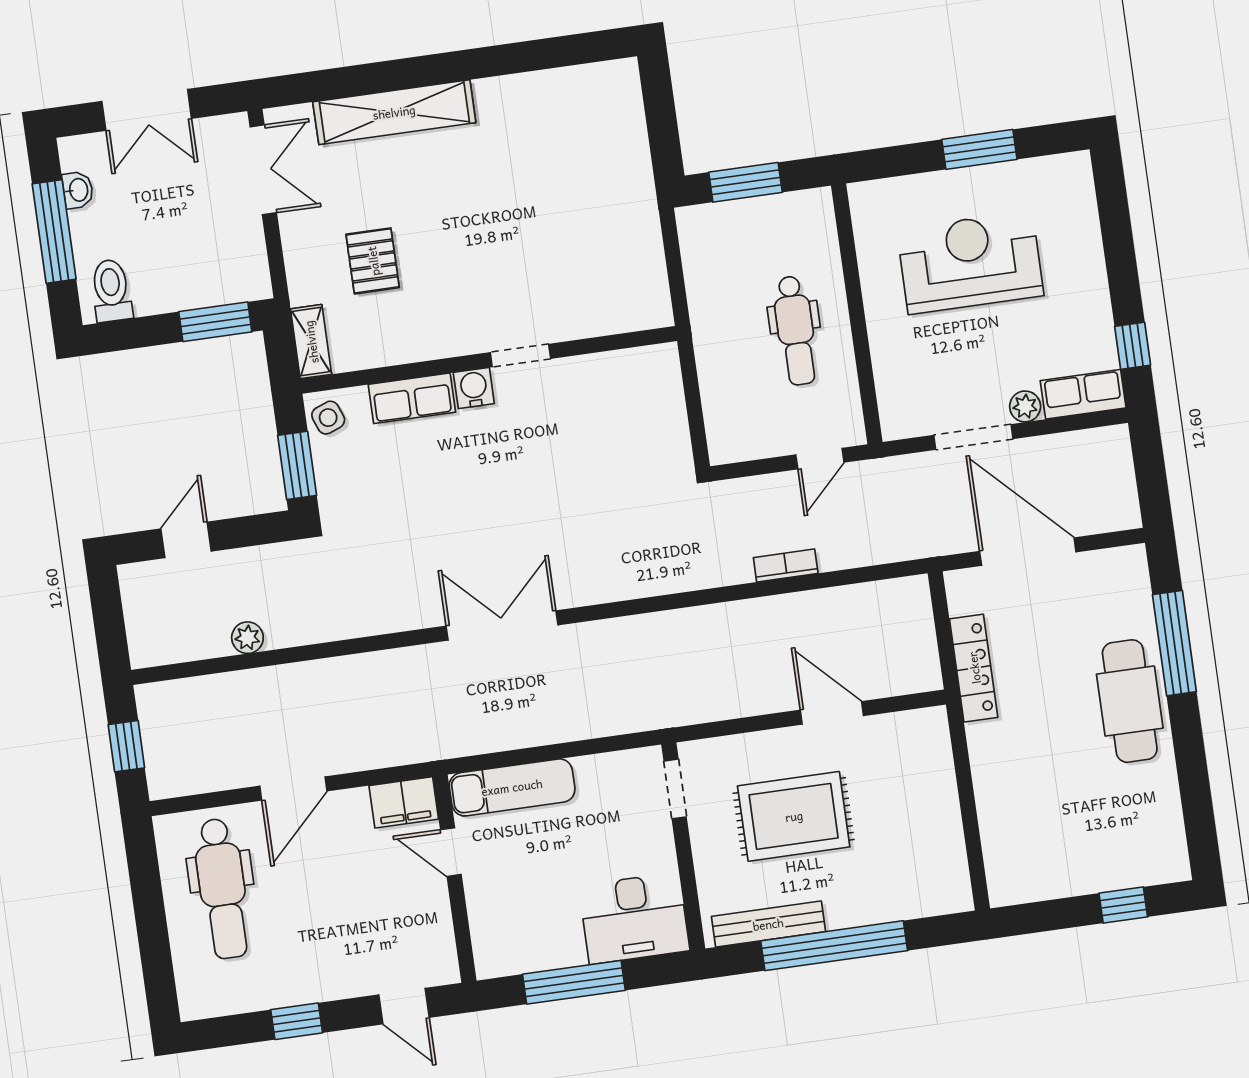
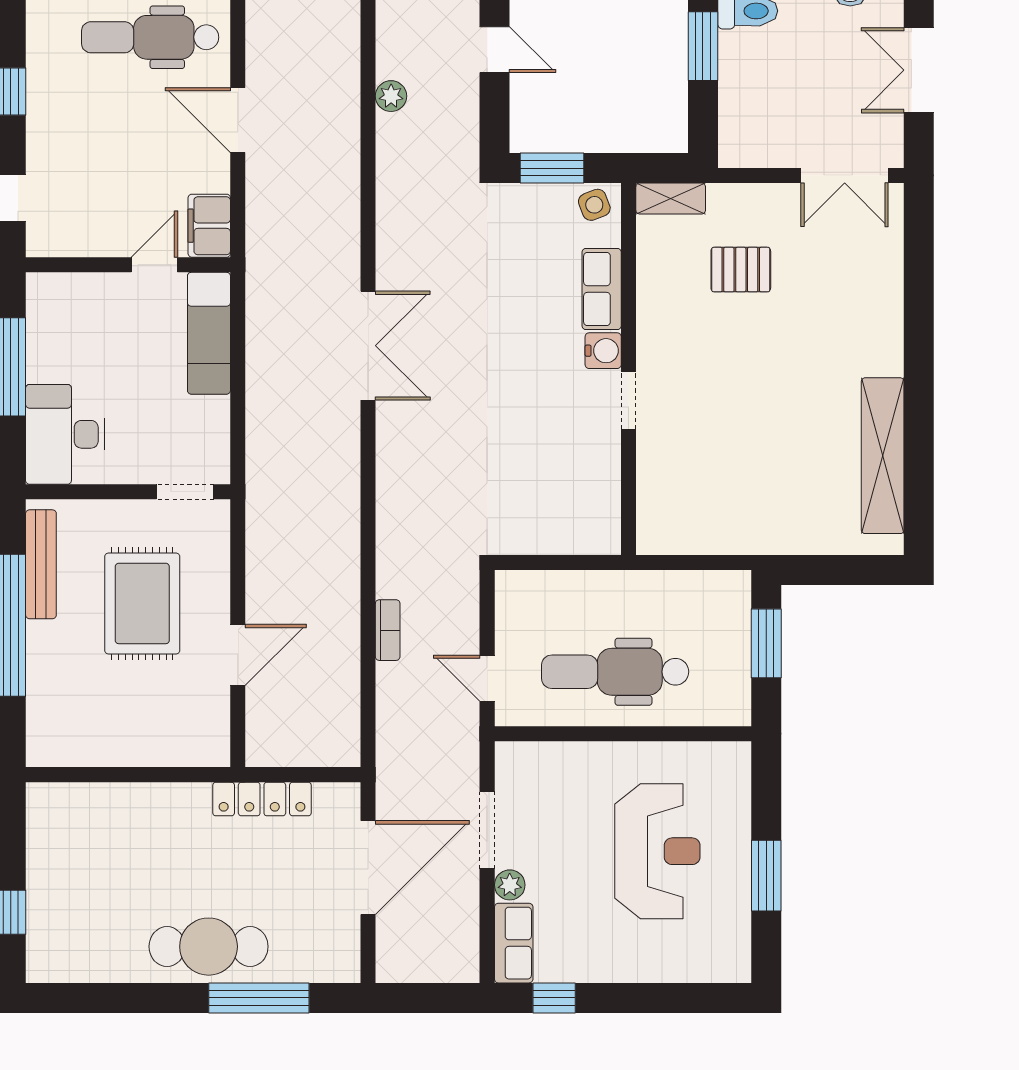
shelving: (394, 112) -> (883, 456), moved
window: (215, 322) -> (703, 46), moved
dental chair: (795, 331) -> (615, 672), width x1.36, depth x1.38

